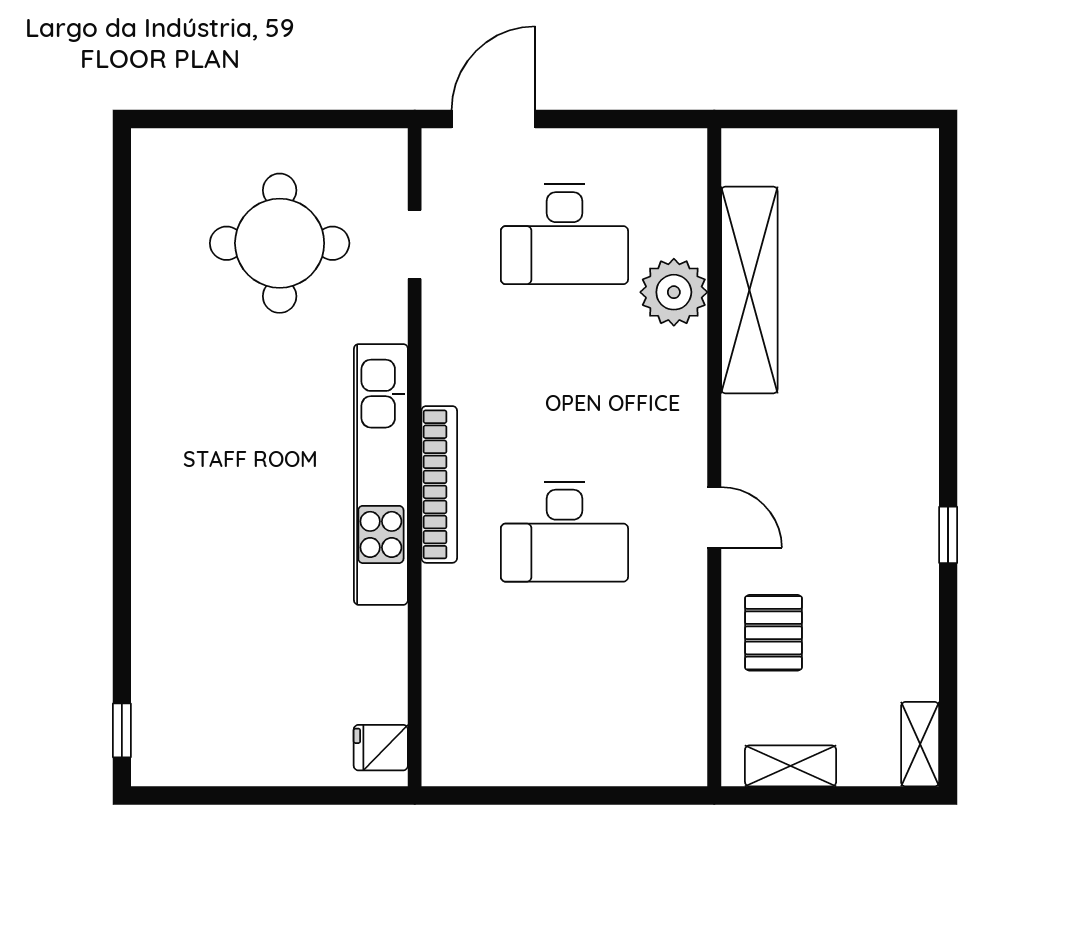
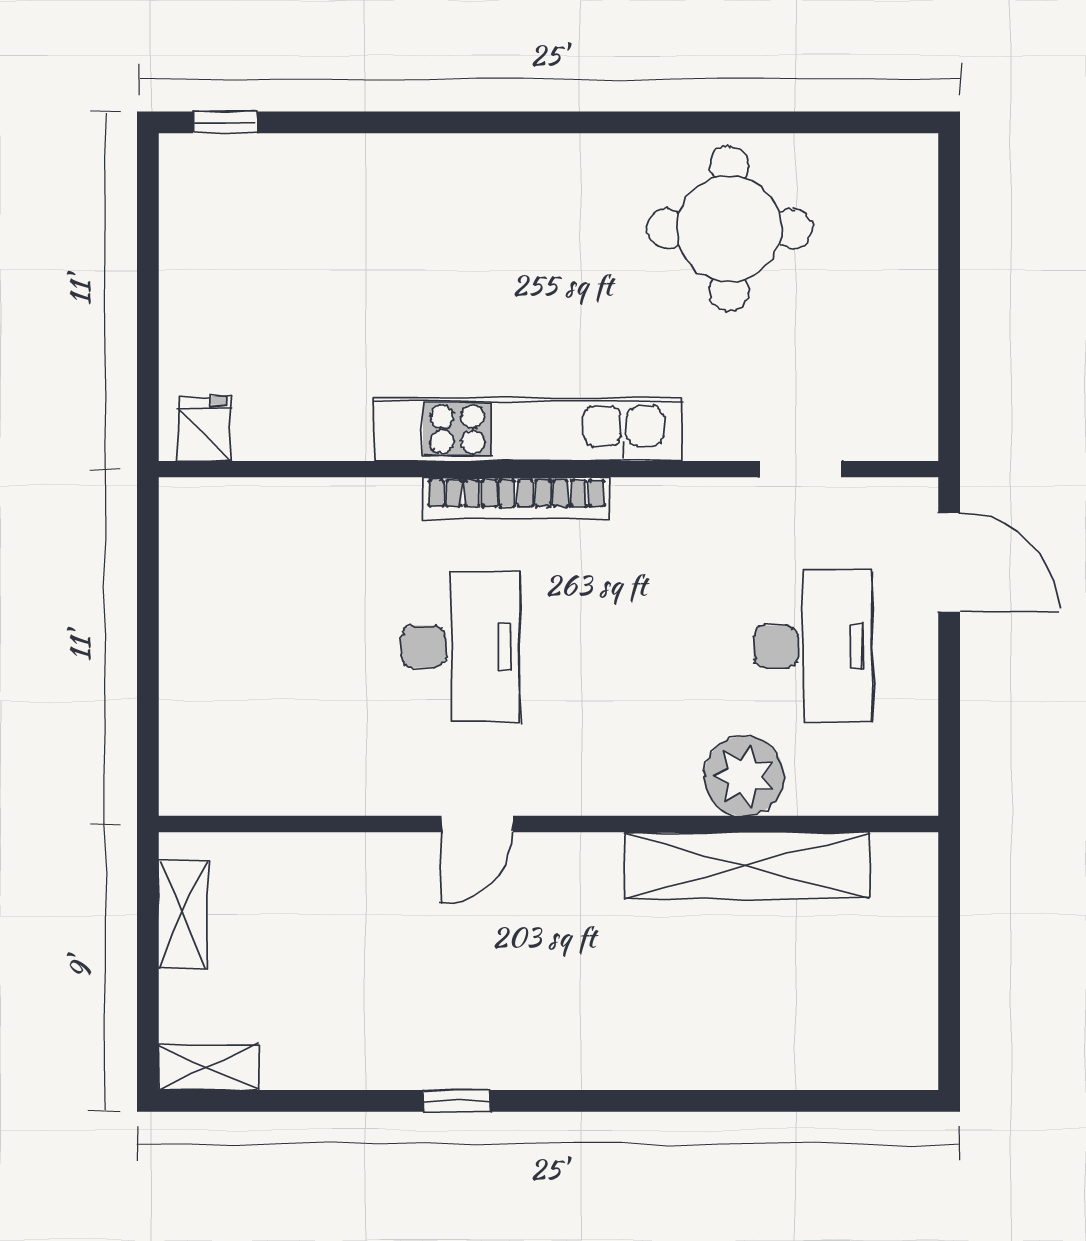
desk: (564, 234) -> (813, 647), turned 180
round table: (280, 243) -> (729, 229), moved
desk: (564, 532) -> (460, 647), turned 180
pallet: (774, 633) -> (341, 894), removed

